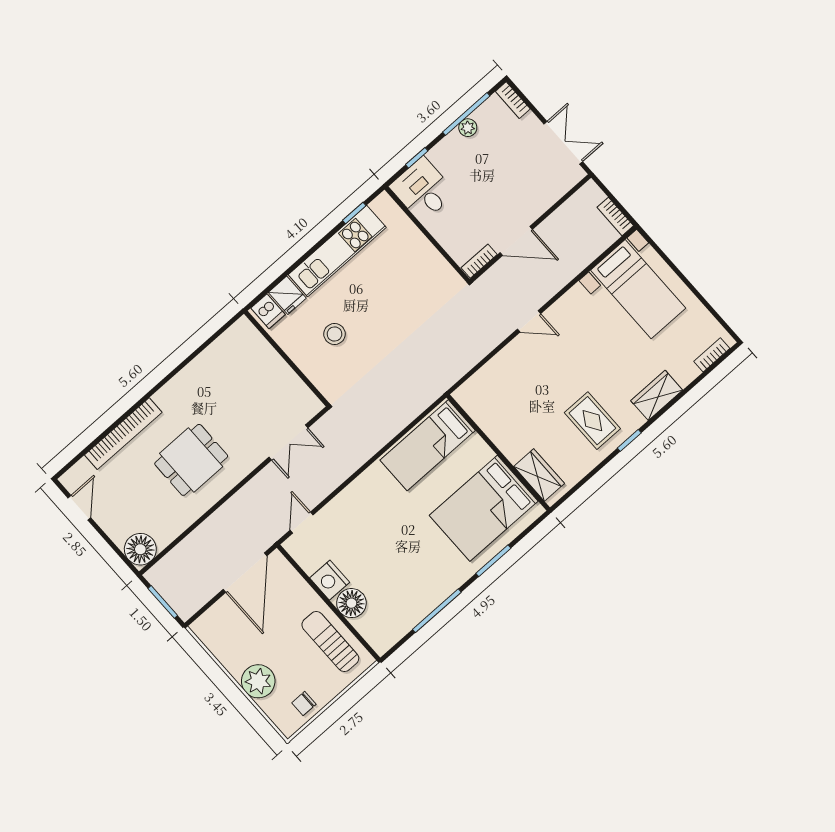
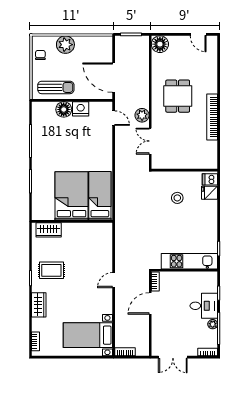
desk: (423, 190) -> (204, 306), moved
kitchen unit: (337, 251) -> (189, 261), moved, turned 90
bookcase: (123, 434) -> (212, 117), moved
plant: (262, 486) -> (142, 115), added
bed: (484, 508) -> (72, 196), moved

